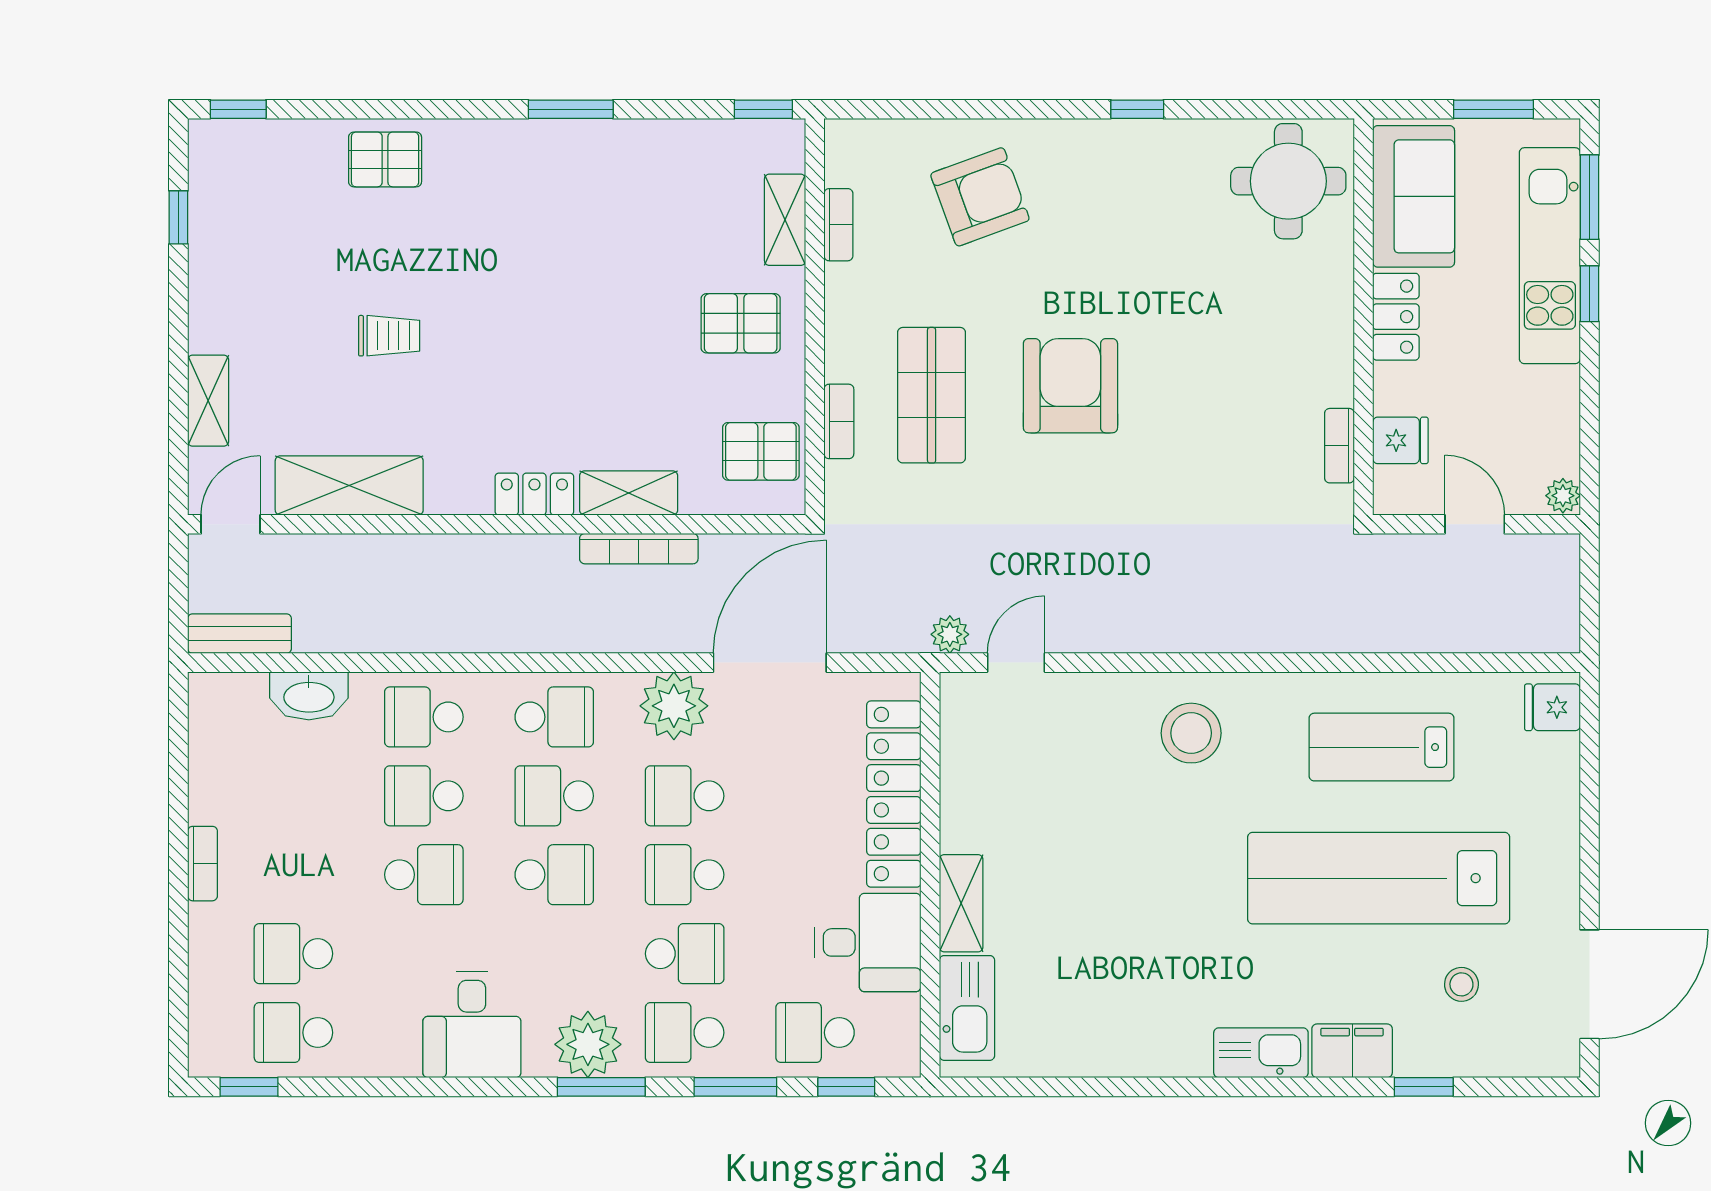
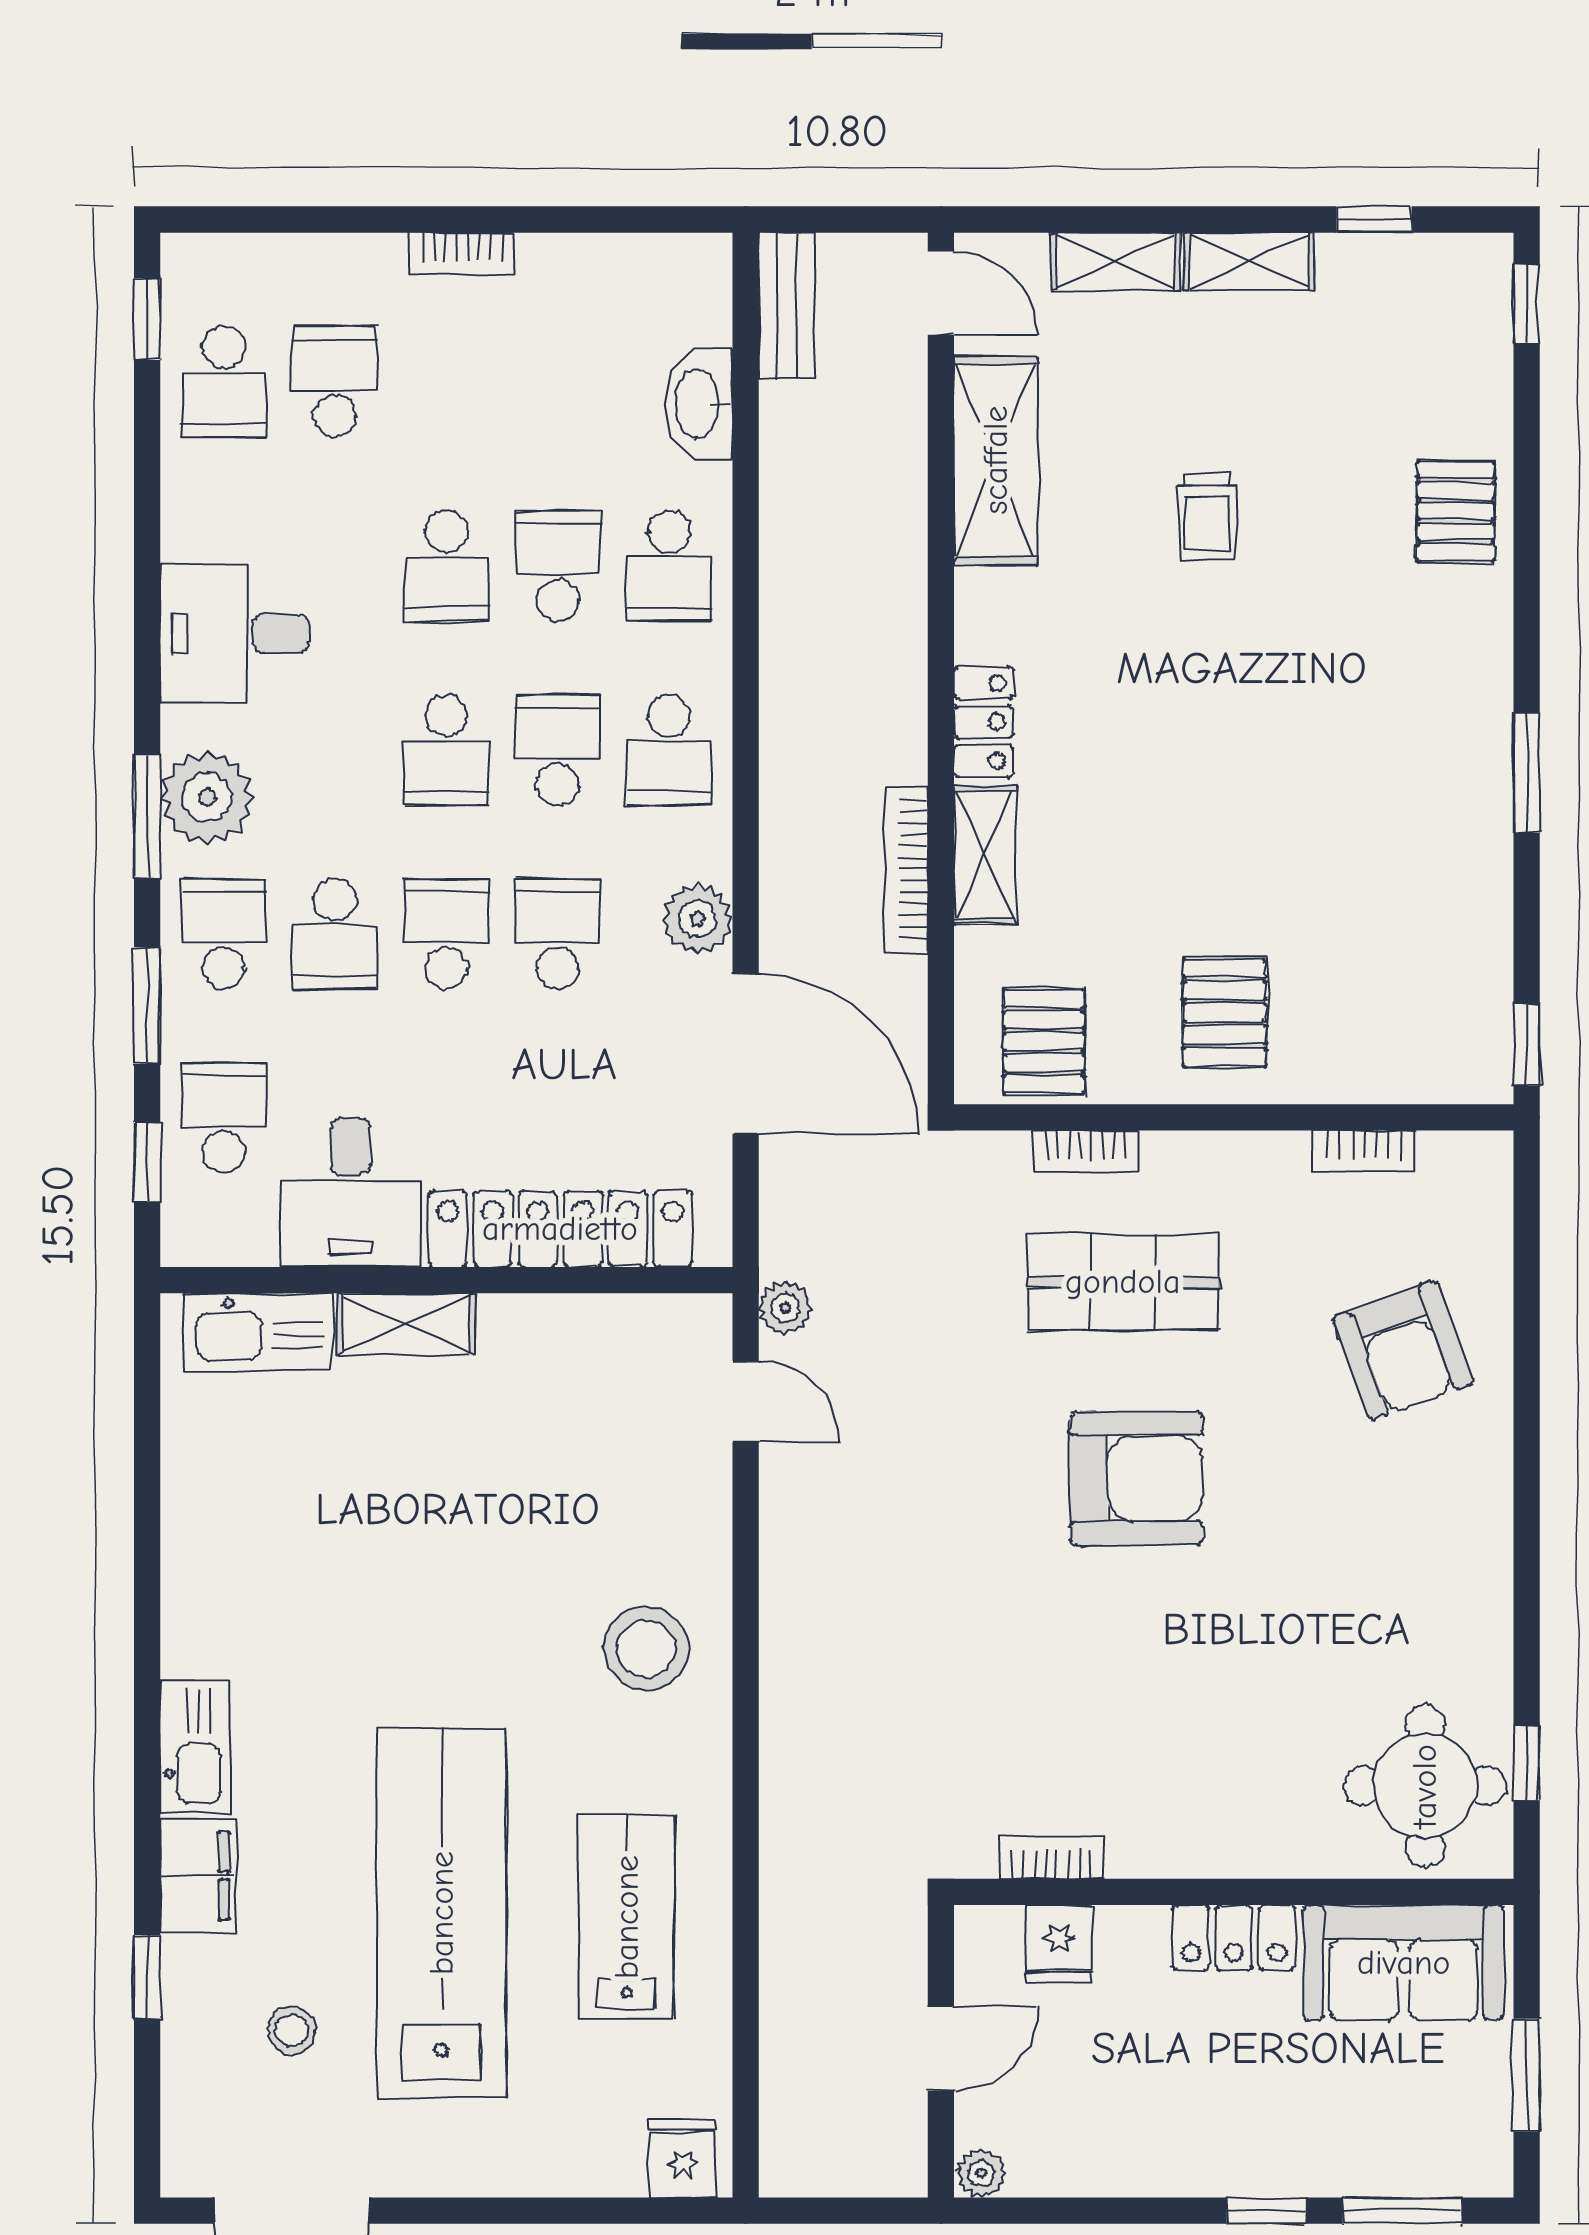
window: (1137, 109) -> (1527, 1763), moved
shelving: (785, 220) -> (1249, 262), moved
kitchen unit: (1550, 256) -> (1320, 2155), removed
plant: (674, 706) -> (698, 919), width x0.73, depth x0.73
school desk: (424, 717) -> (669, 566), turned 180
school desk: (293, 1033) -> (224, 382), turned 180

